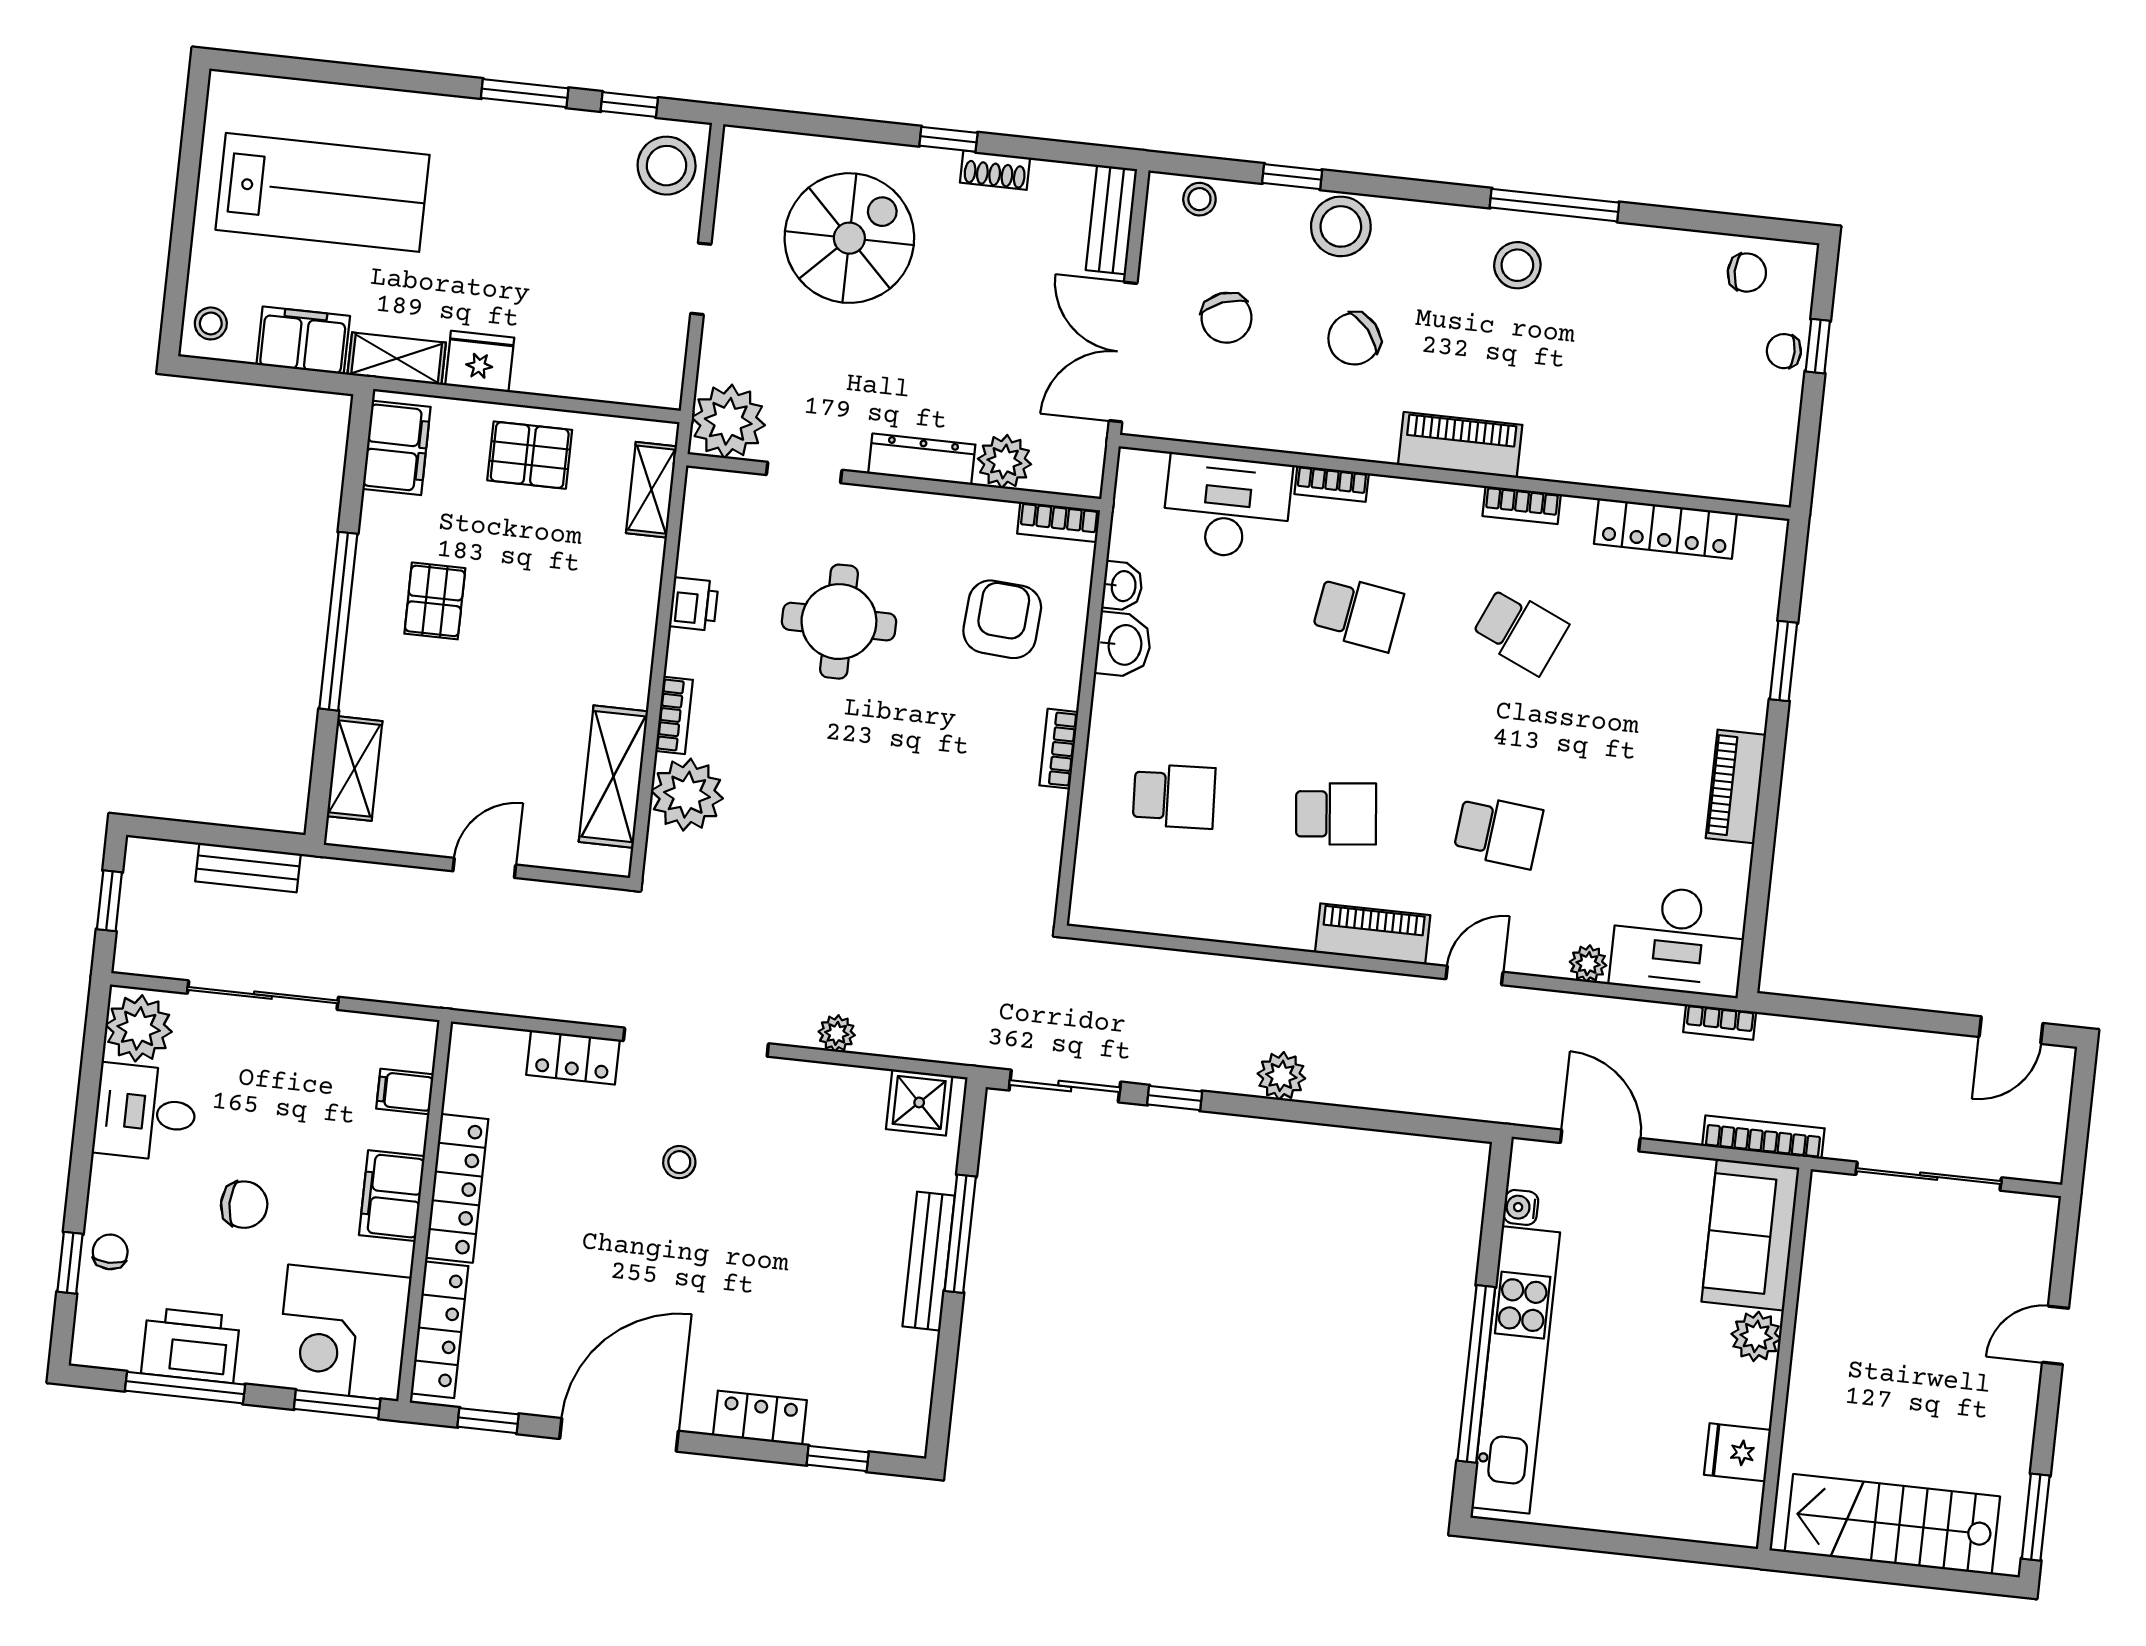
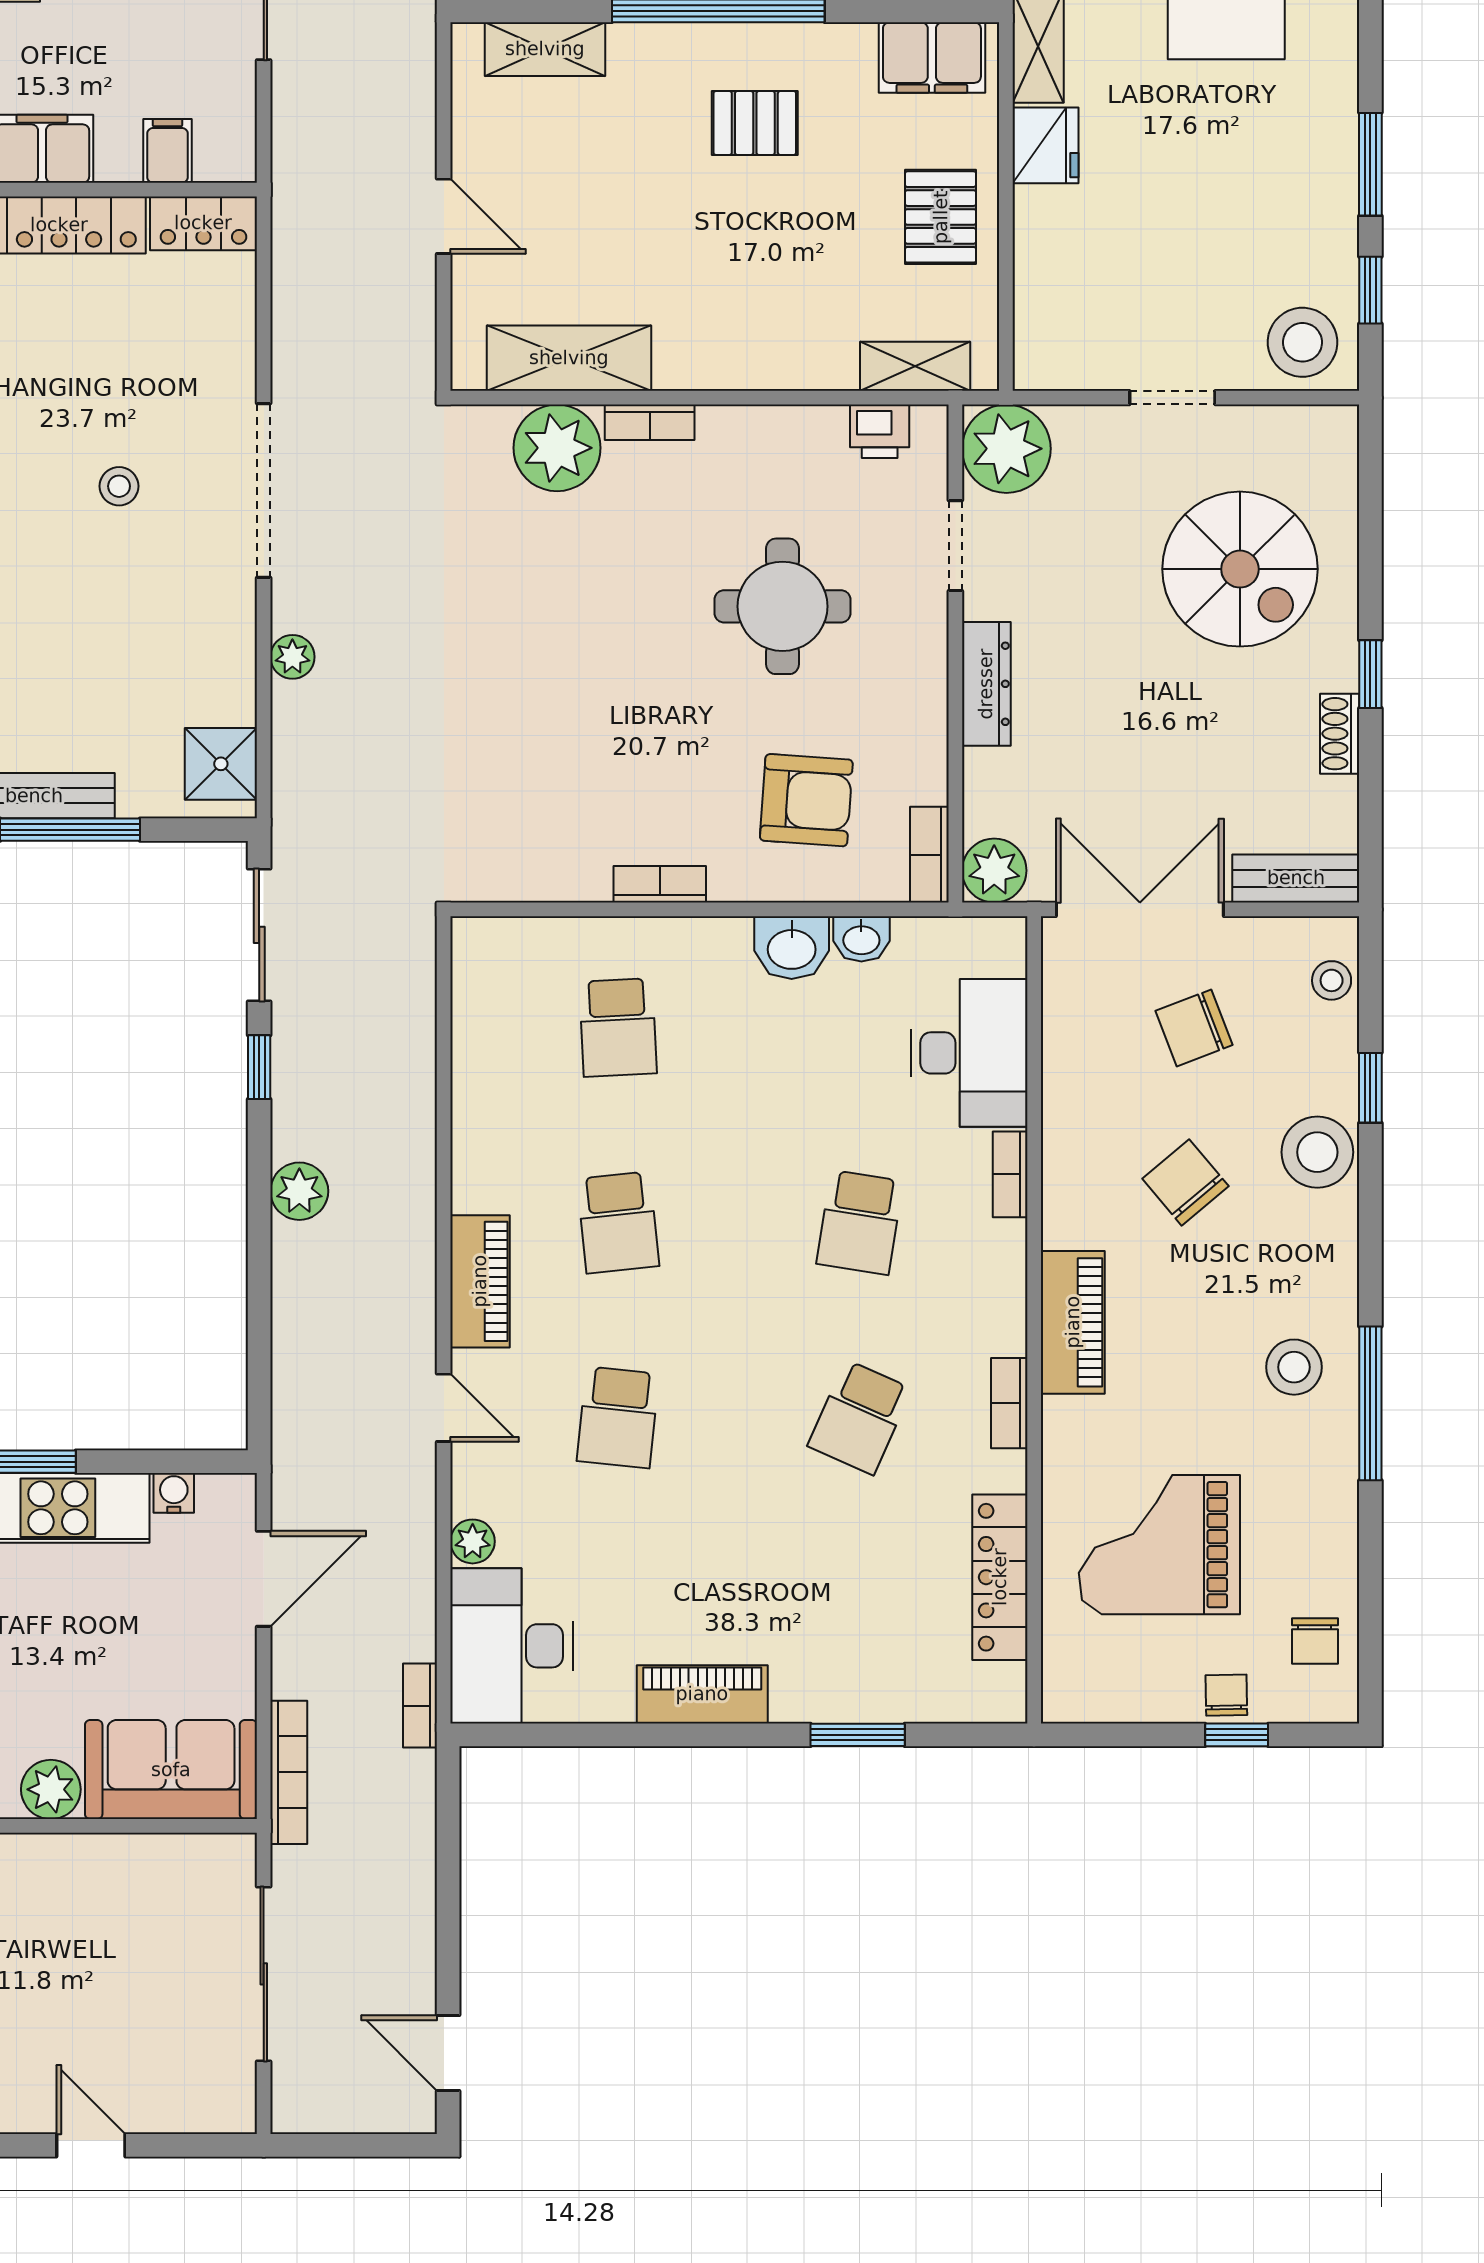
grand piano: (1653, 393) -> (1159, 1545), added
plant: (1004, 462) -> (994, 871), moved
printer: (694, 604) -> (880, 431), moved
locker: (573, 1057) -> (203, 223), moved, turned -90

